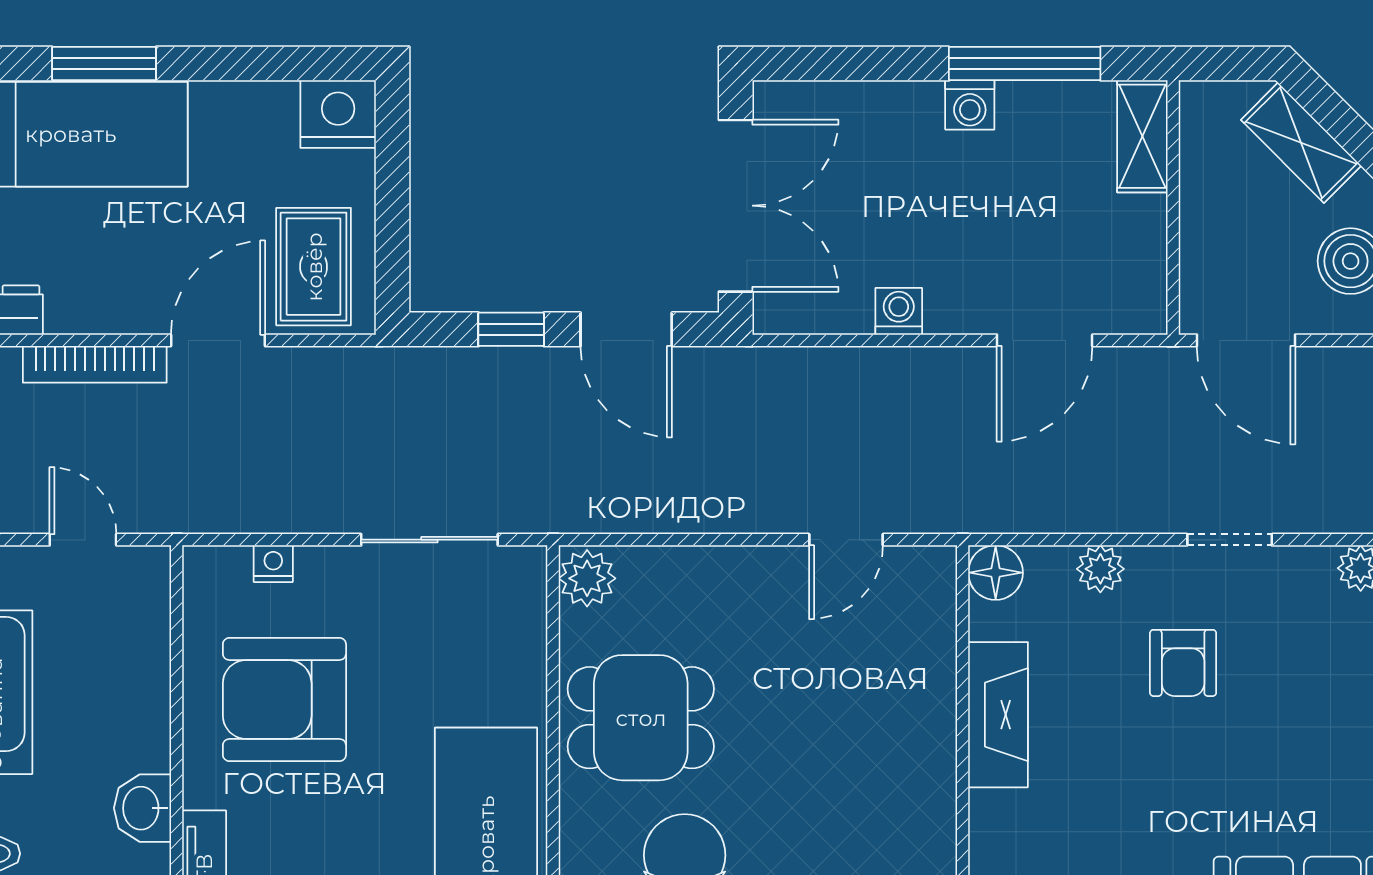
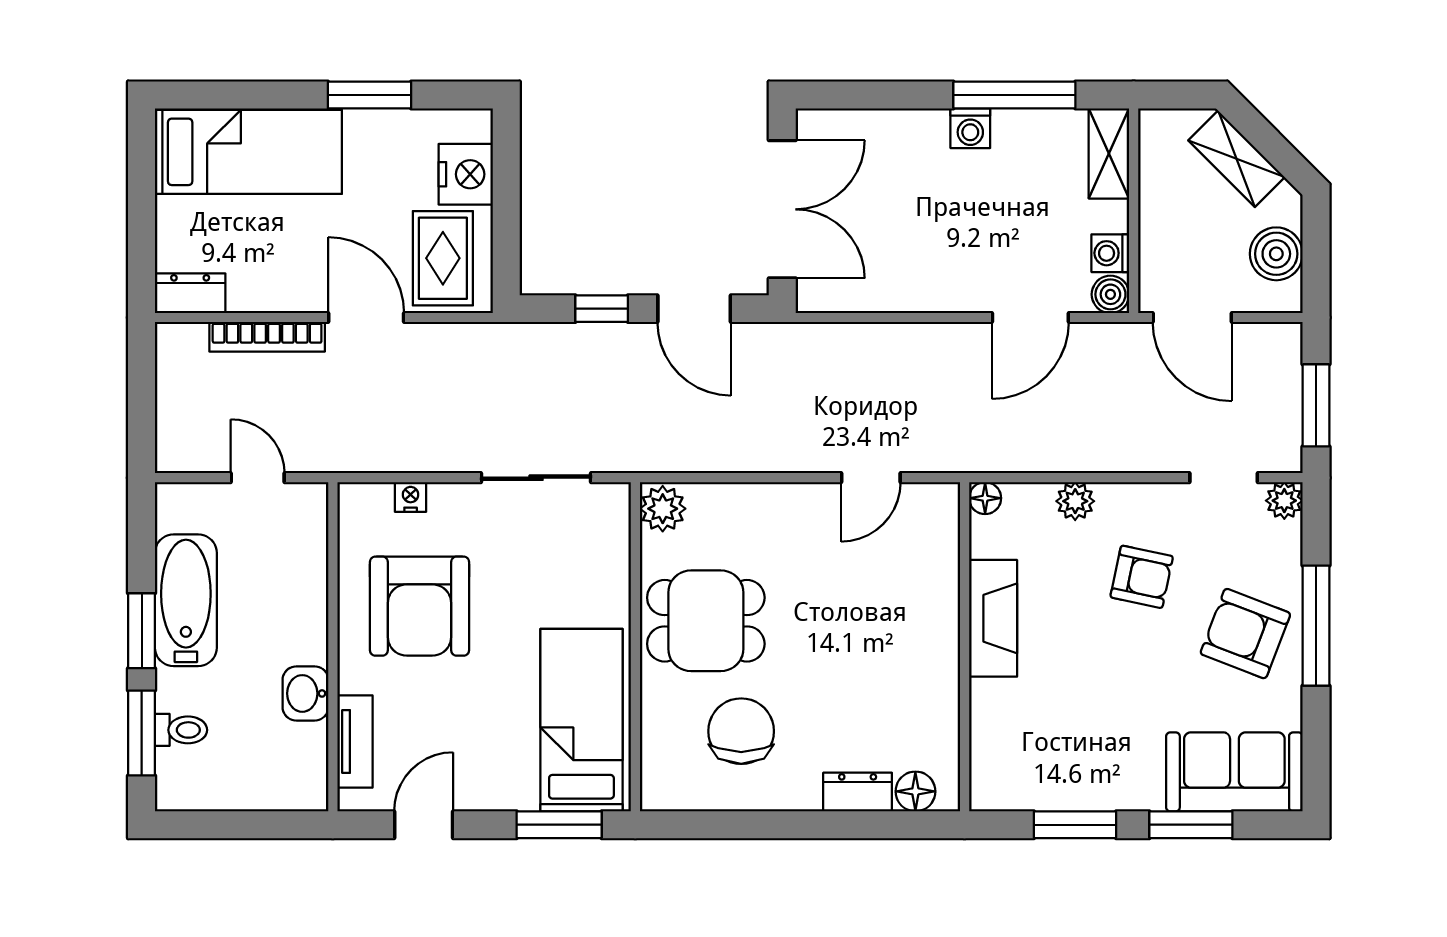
window: (104, 64) -> (369, 95), moved
nightstand: (338, 114) -> (466, 174), moved, turned 90
washing machine: (899, 311) -> (1110, 253), moved, turned -90
boiler: (1144, 312) -> (1110, 294), added
door: (218, 340) -> (366, 318), hinge flipped
doorway: (1230, 540) -> (1224, 478), moved
floor lamp: (996, 573) -> (985, 498), width x0.73, depth x0.73
armchair: (1183, 663) -> (1142, 577), turned -78
armchair: (284, 699) -> (419, 606), turned -90
armchair: (1312, 734) -> (1245, 634), added

